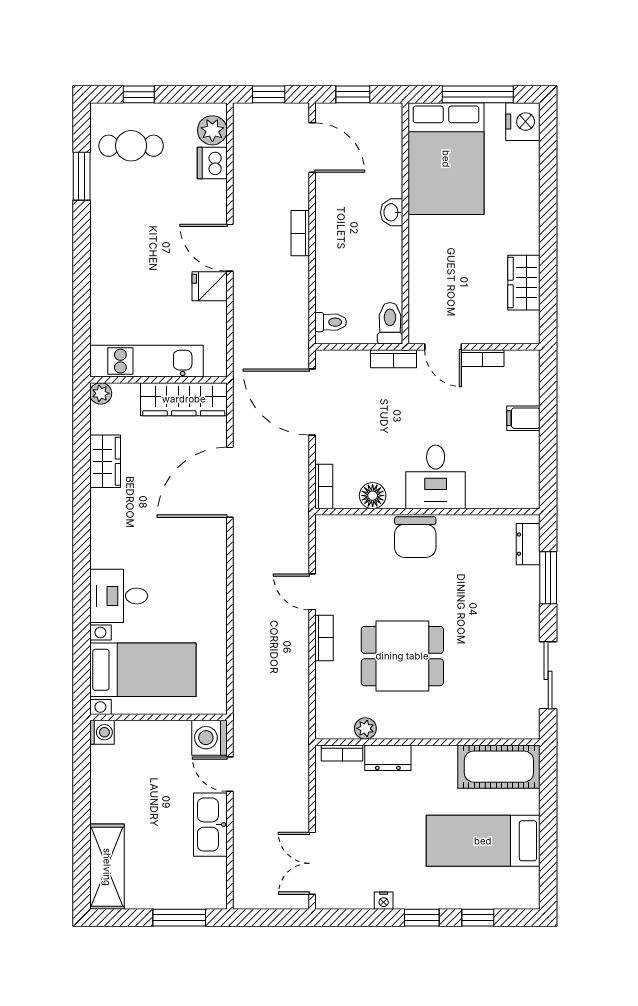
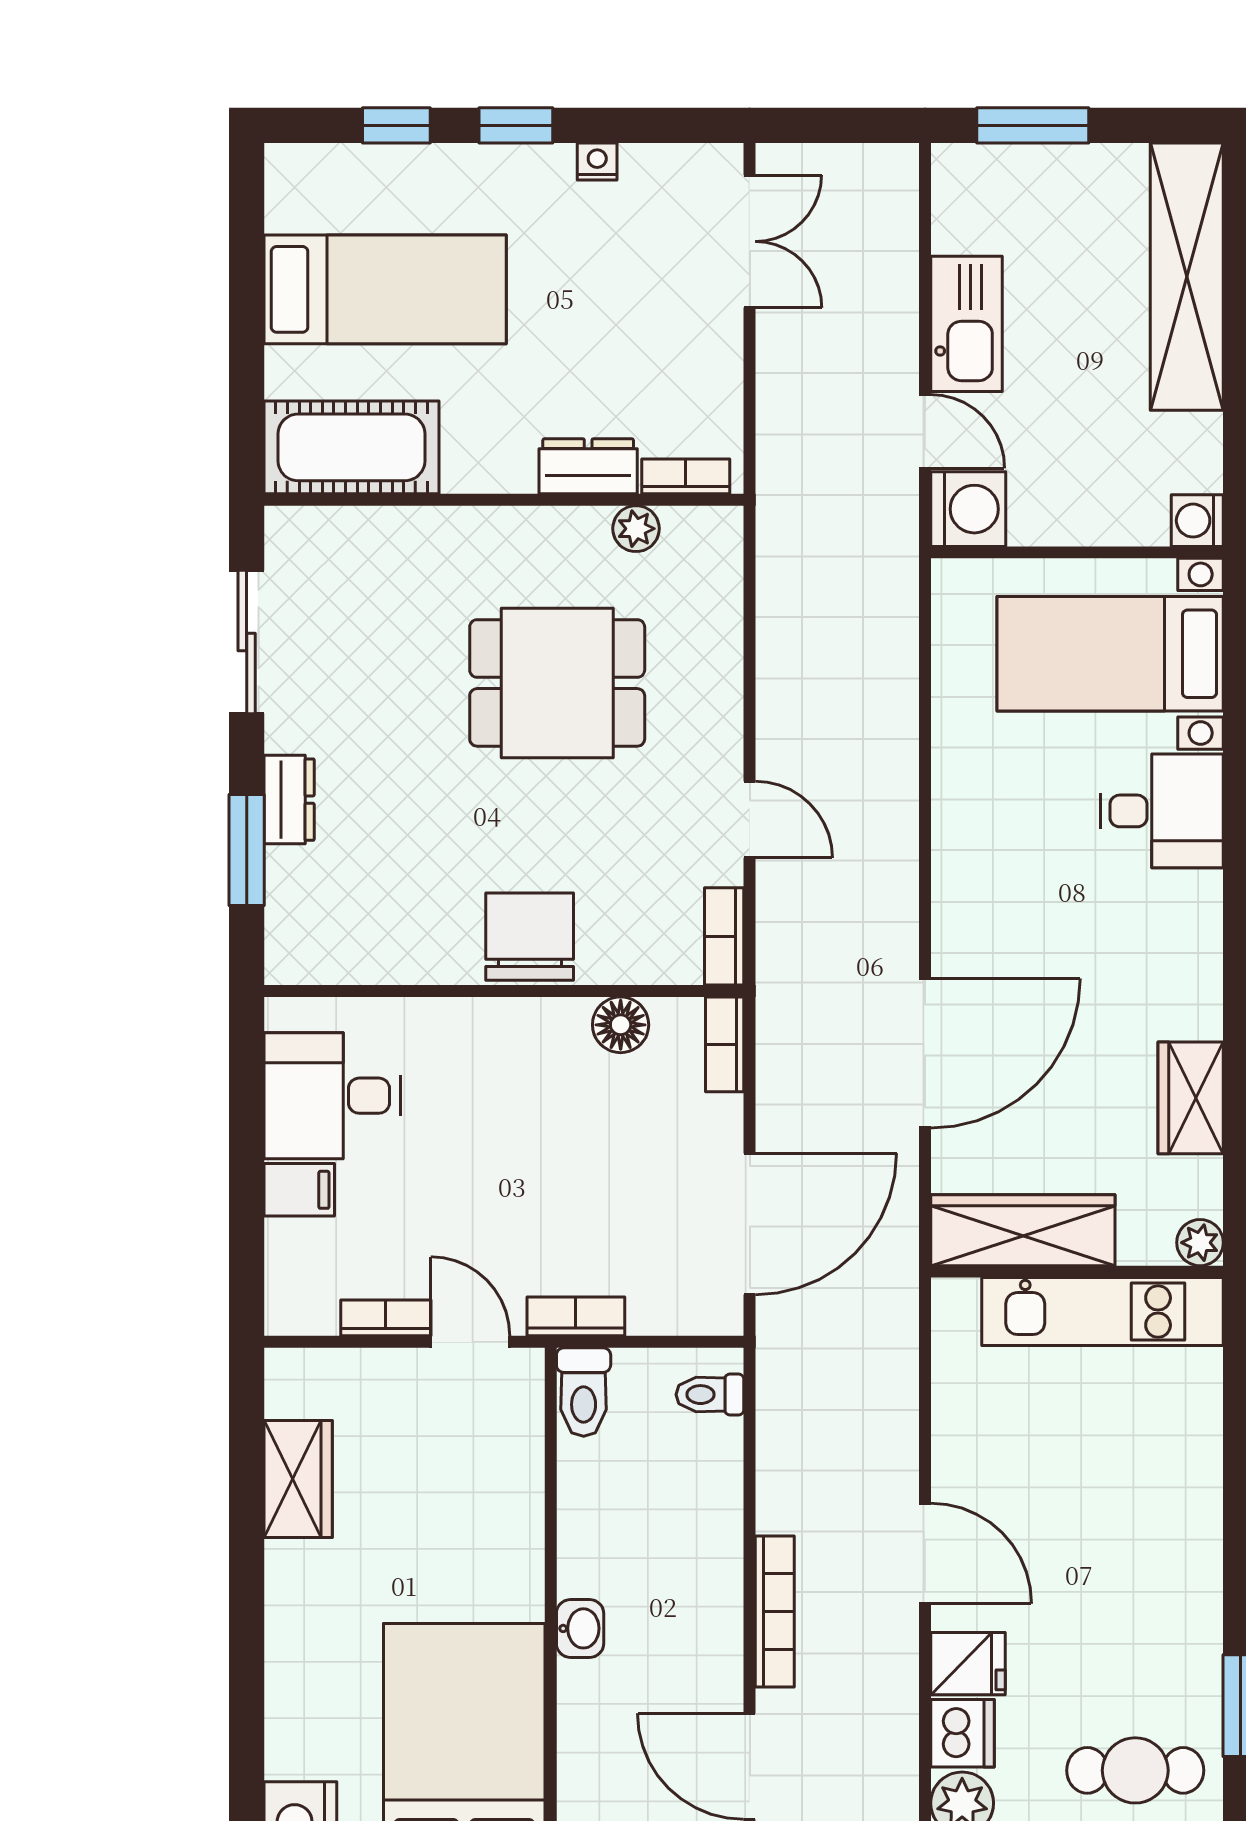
bookcase: (300, 233) -> (775, 1612), width x1.56
fridge: (210, 286) -> (968, 1664), moved
door: (312, 402) -> (750, 1224), hinge flipped
desk: (436, 477) -> (332, 1096), moved, turned -90
dresser: (528, 544) -> (289, 800), moved
bookcase: (324, 638) -> (724, 936), moved
shelving: (107, 867) -> (1187, 277), width x1.47

